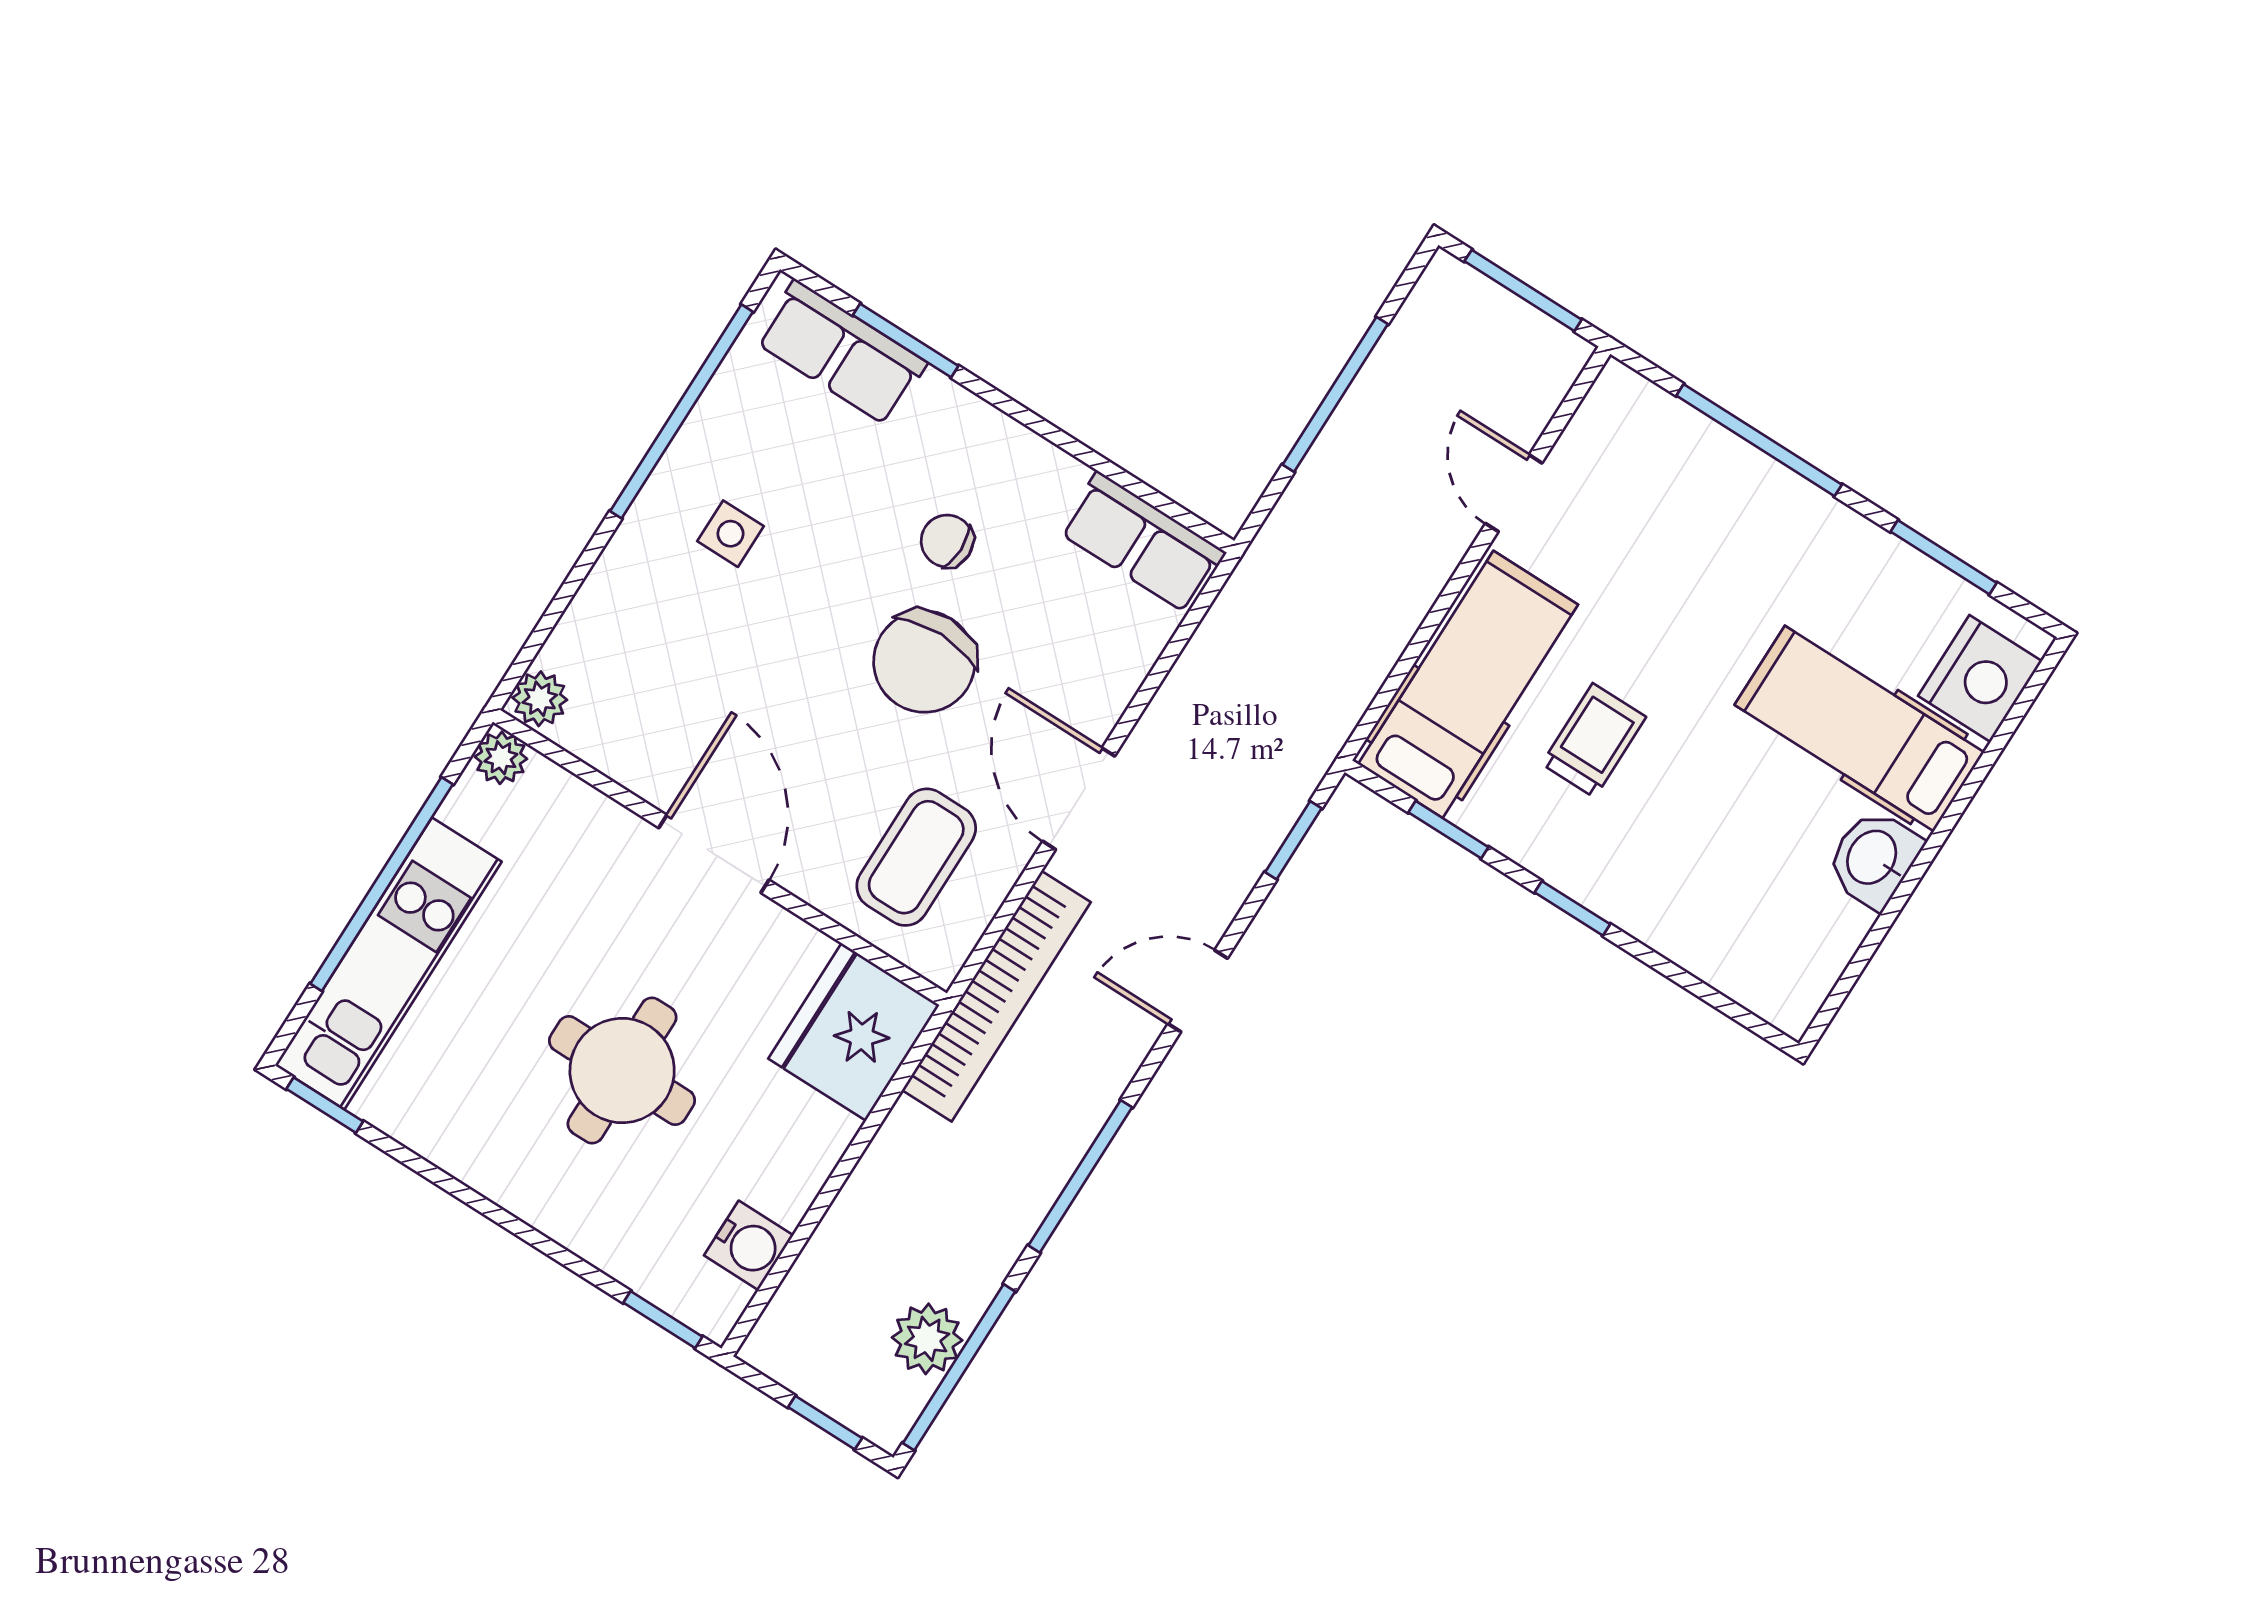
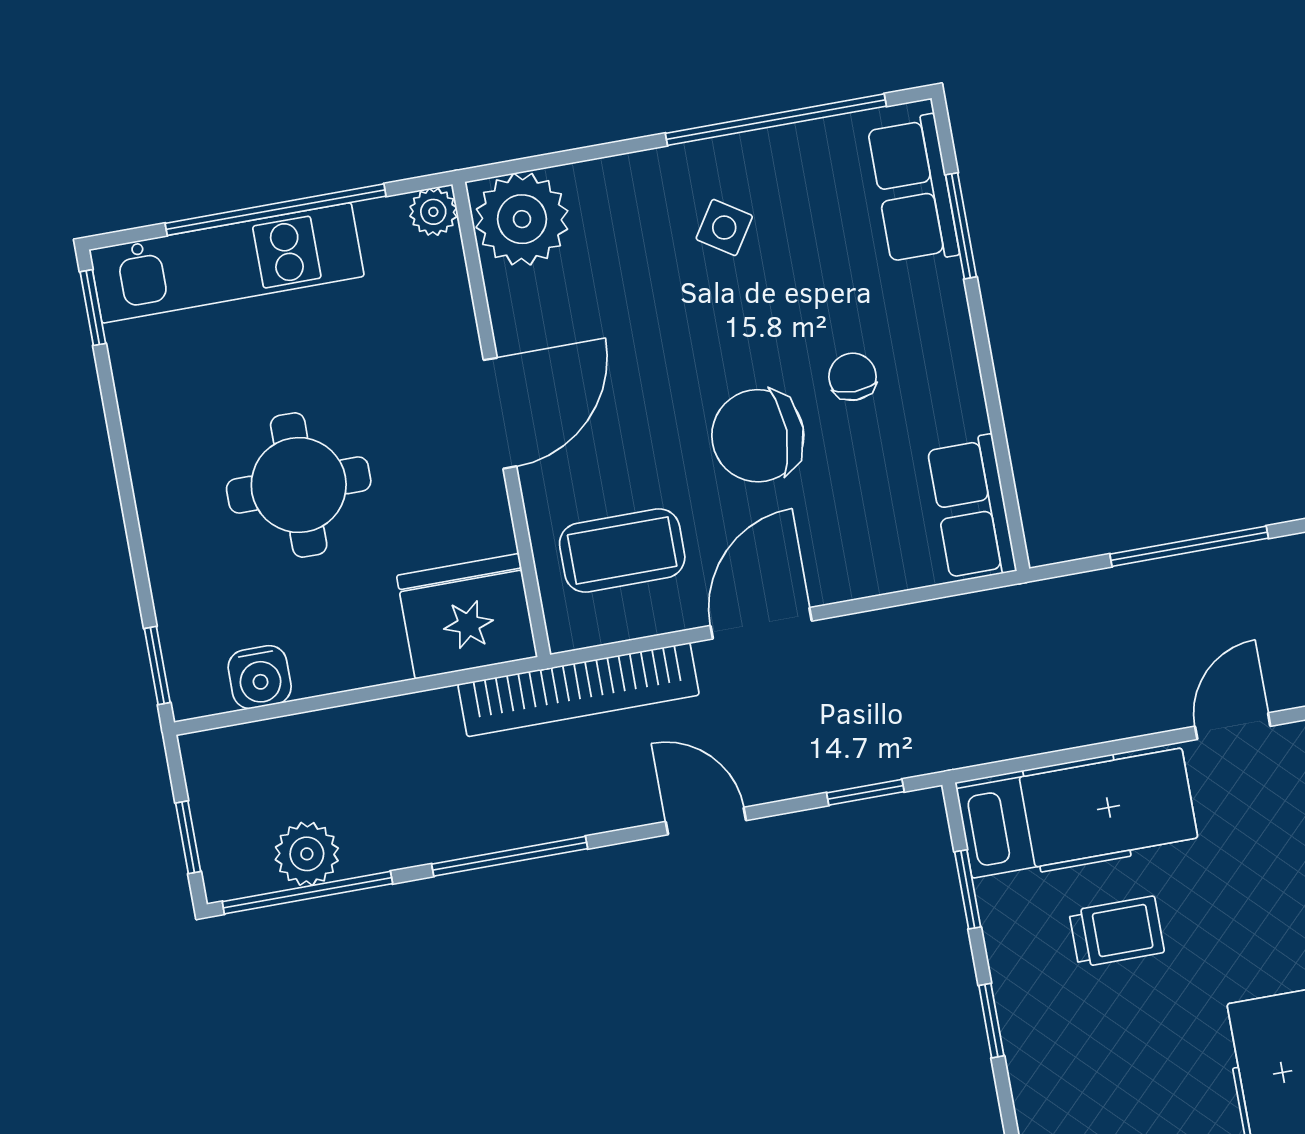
side table: (731, 534) -> (724, 228), turned 33
plant: (540, 699) -> (522, 219), width x1.87, depth x1.87

